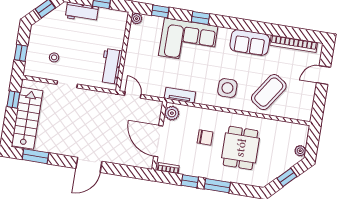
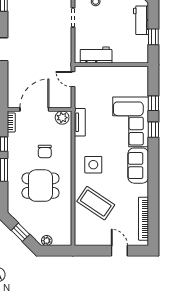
window: (160, 11) -> (153, 103), moved
plant: (137, 19) -> (143, 71), removed
sofa: (250, 43) -> (138, 166), moved
door: (133, 95) -> (73, 79), swing flipped

